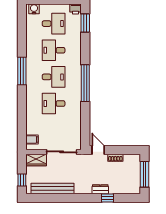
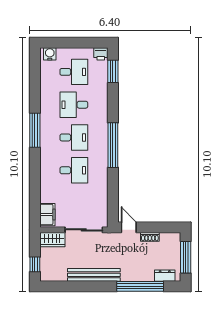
desk: (54, 104) -> (74, 170), turned 180
filing cabinet: (32, 140) -> (47, 215), width x2.00
bench: (53, 189) -> (94, 275), moved
dresser: (100, 189) -> (165, 276), moved
window: (107, 198) -> (140, 286), width x3.17

